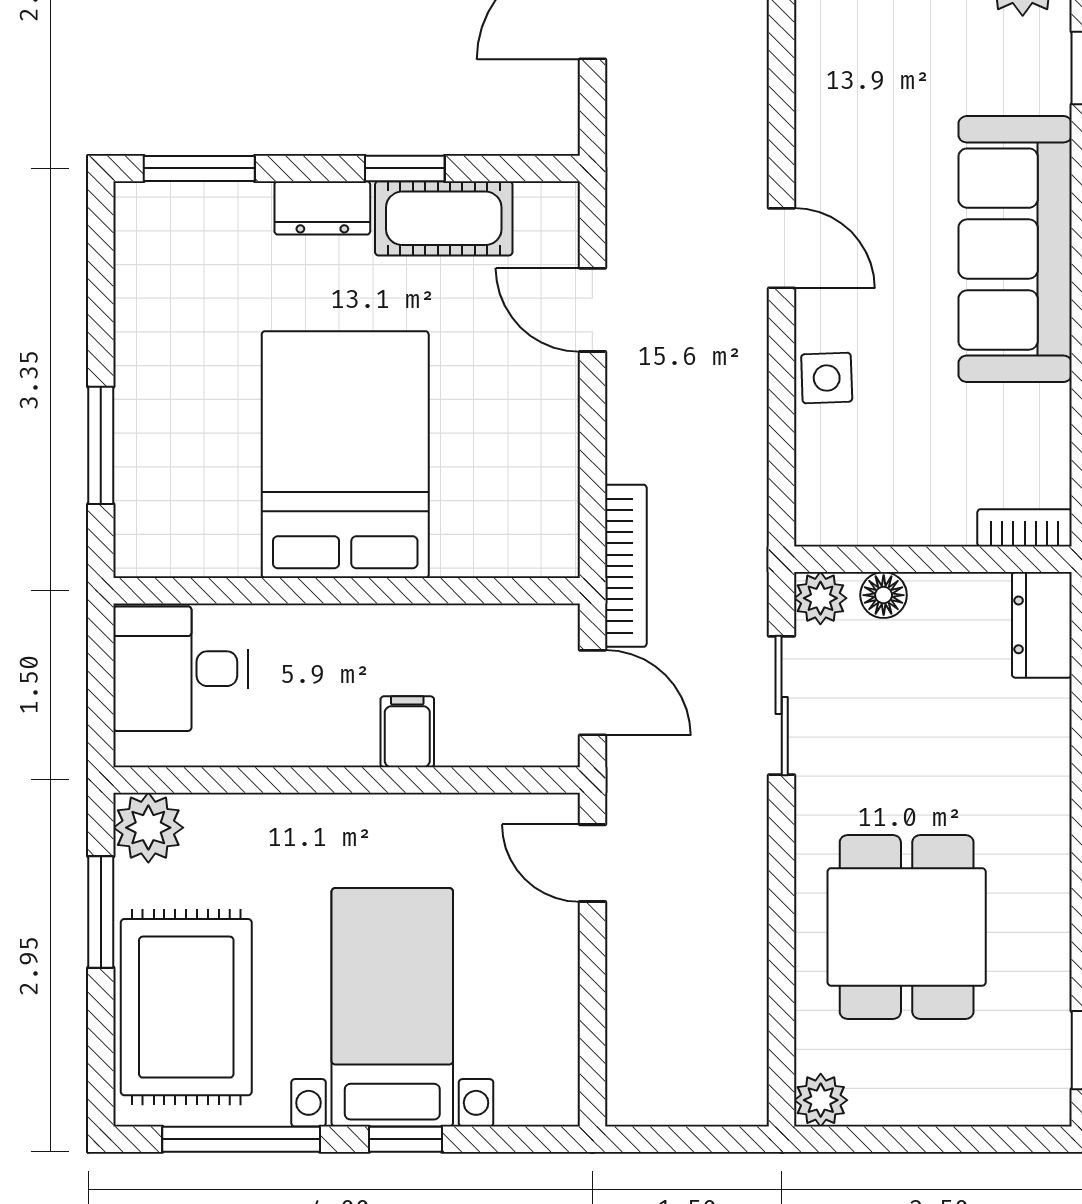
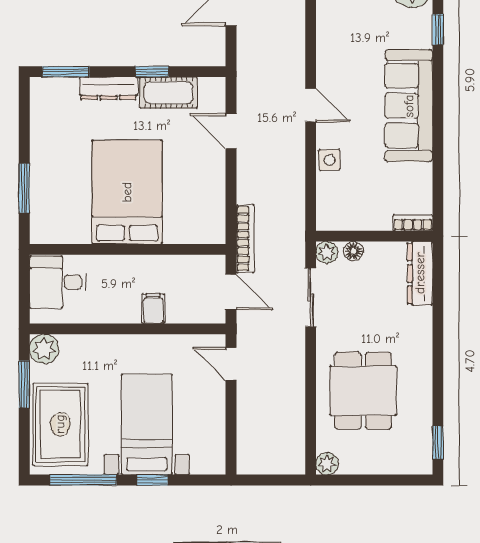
dresser: (322, 208) -> (109, 88), width x1.44
dresser: (1042, 625) -> (420, 273), width x1.44

